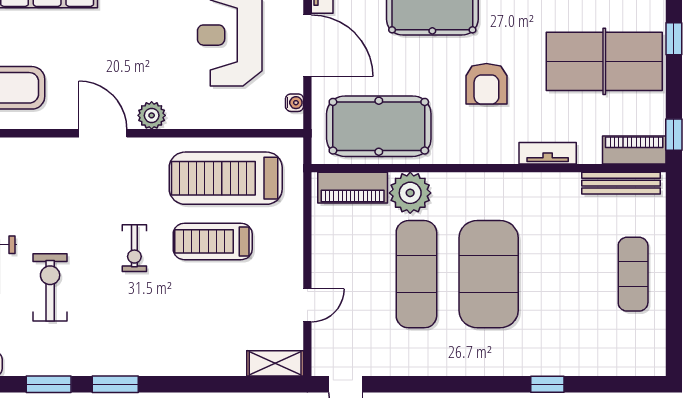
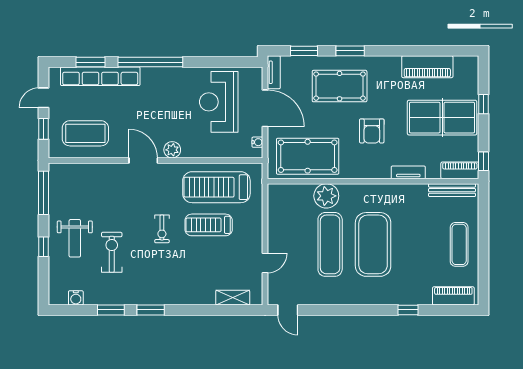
piano: (353, 188) -> (453, 296), moved, turned 180
shelving: (275, 363) -> (233, 298), moved

